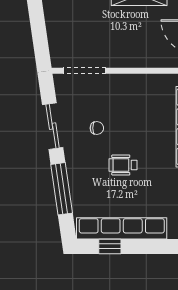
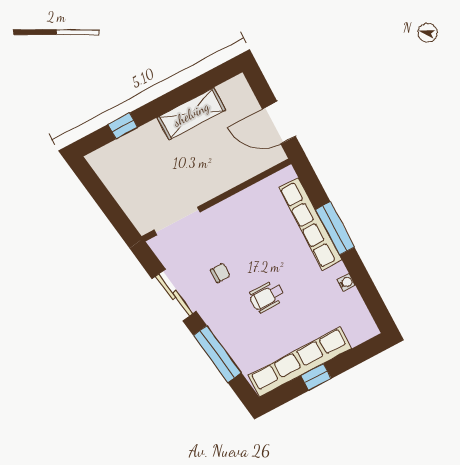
window: (110, 246) -> (316, 377), moved

